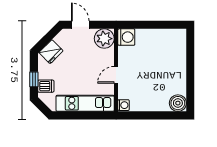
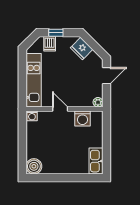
kitchen sink: (172, 36) -> (96, 161), added
washing machine: (126, 37) -> (82, 118), moved
plant: (104, 39) -> (98, 102), width x0.53, depth x0.53

